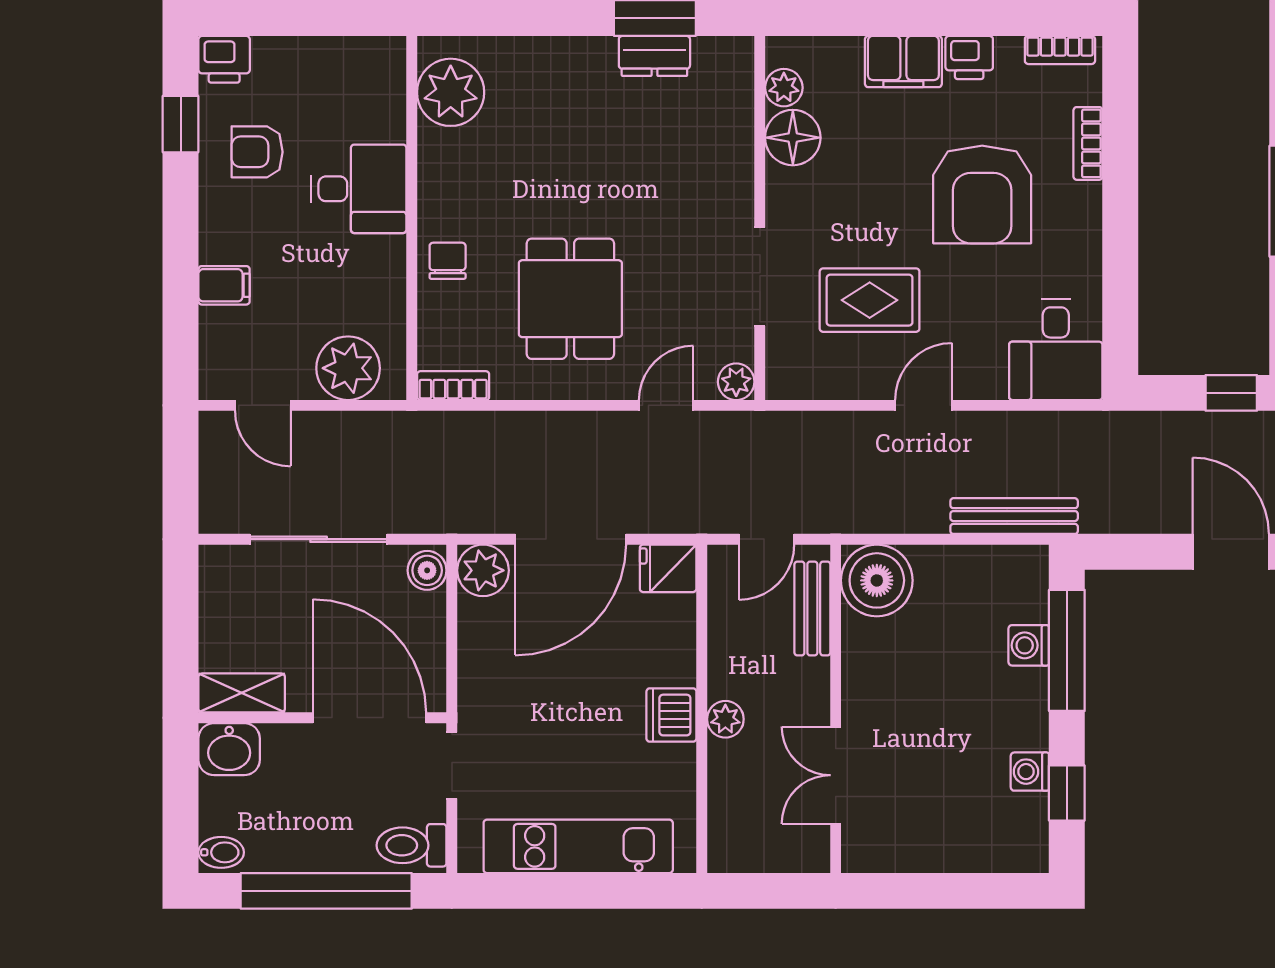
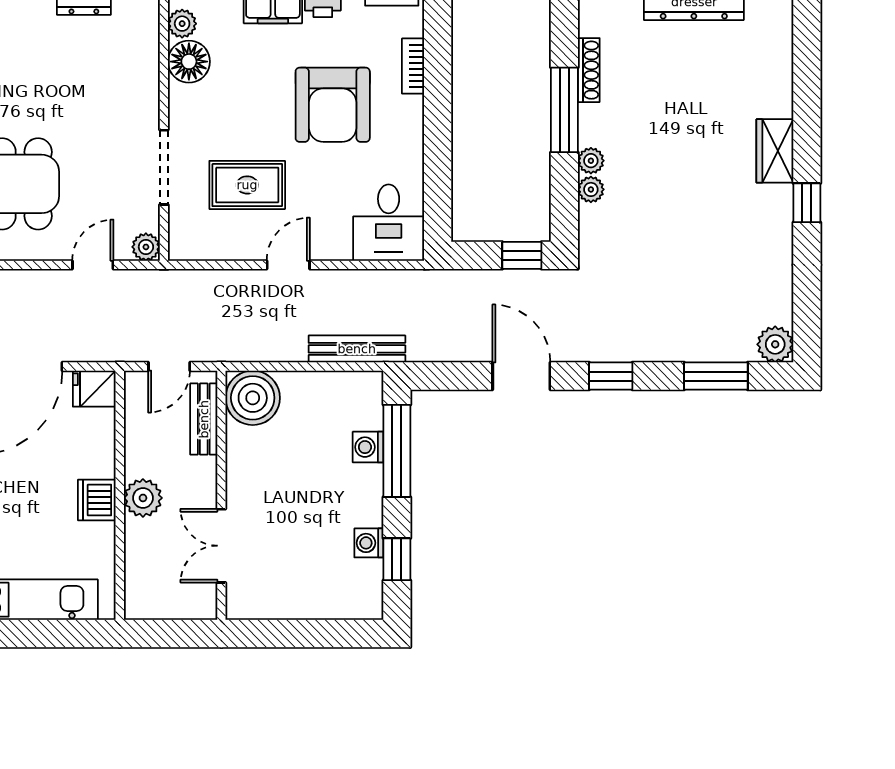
plant: (725, 719) -> (143, 498), width x1.38, depth x1.38

